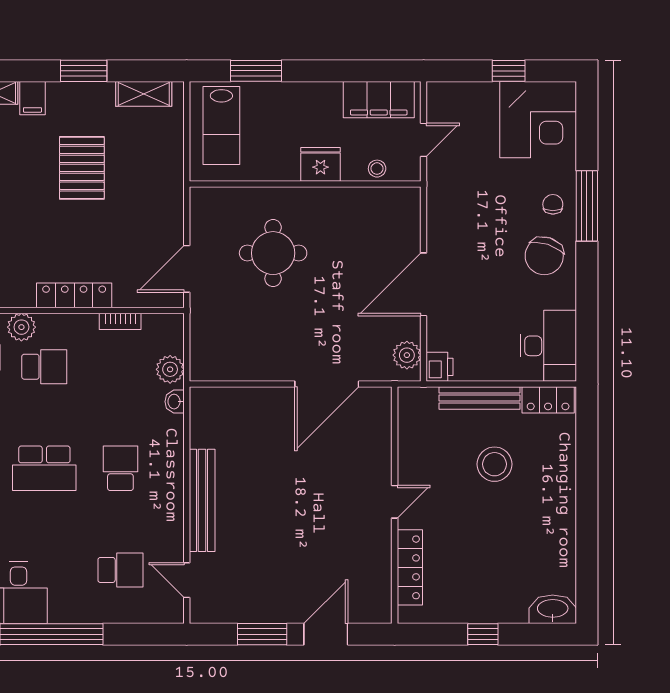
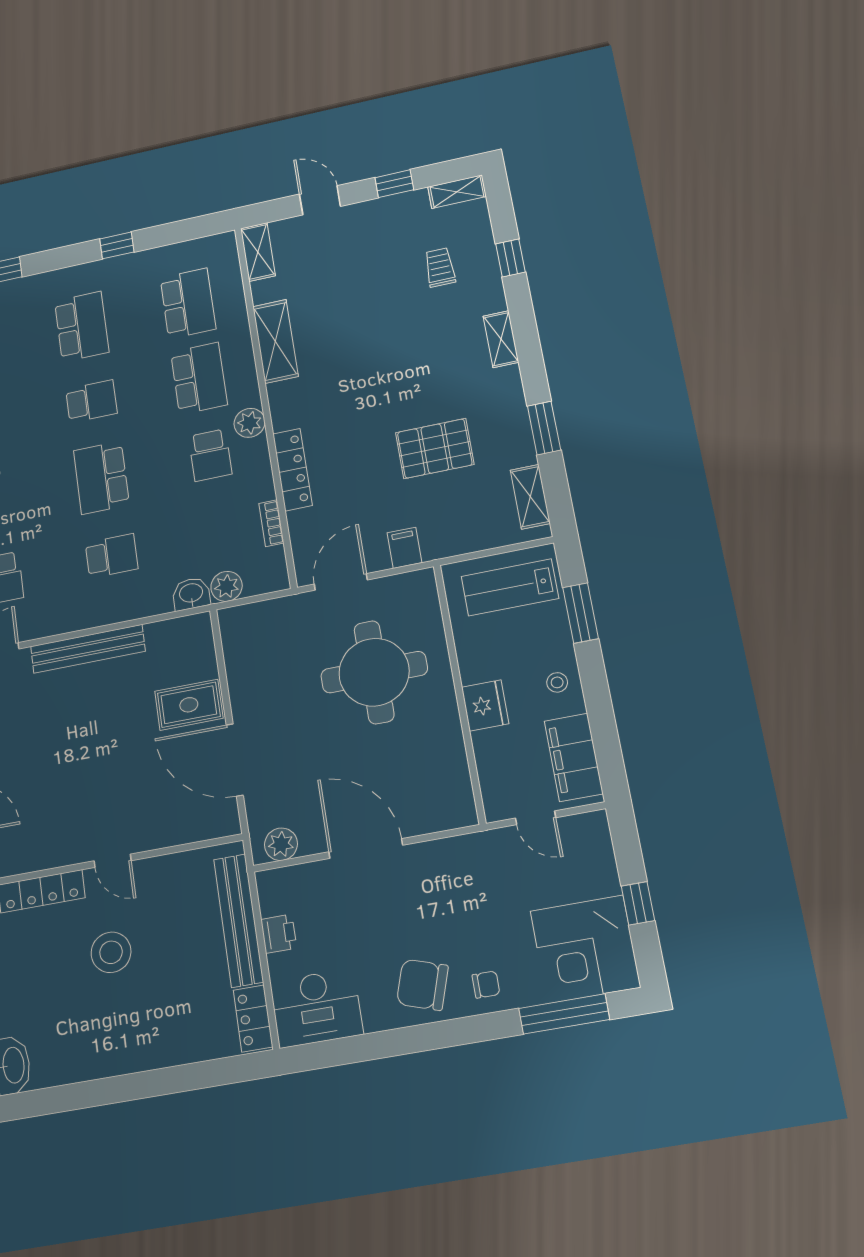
filing cabinet: (32, 98) -> (404, 548), moved, turned 90
stool: (377, 169) -> (557, 682), moved
window: (587, 206) -> (564, 1014), moved
round table: (273, 253) -> (374, 672), width x1.36, depth x1.36
door: (187, 269) -> (341, 582), hinge flipped
printer: (440, 367) -> (279, 934), moved, turned -90
bench: (480, 398) -> (238, 920), width x1.37, depth x1.21
washbasin: (175, 402) -> (191, 594), width x1.38, depth x1.45
rug: (270, 417) -> (189, 705), added
stool: (494, 464) -> (111, 952), moved

